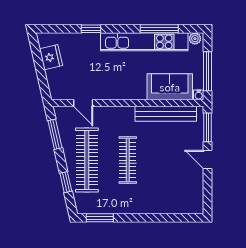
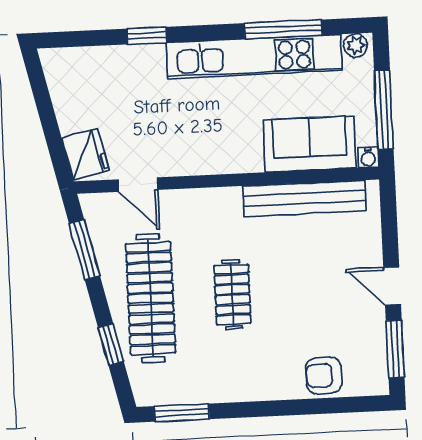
fridge: (51, 57) -> (86, 154), moved
window: (208, 127) -> (395, 349), moved
clothes rail: (128, 160) -> (232, 294), width x0.73
armchair: (171, 203) -> (324, 375), added

